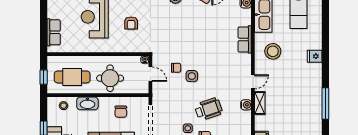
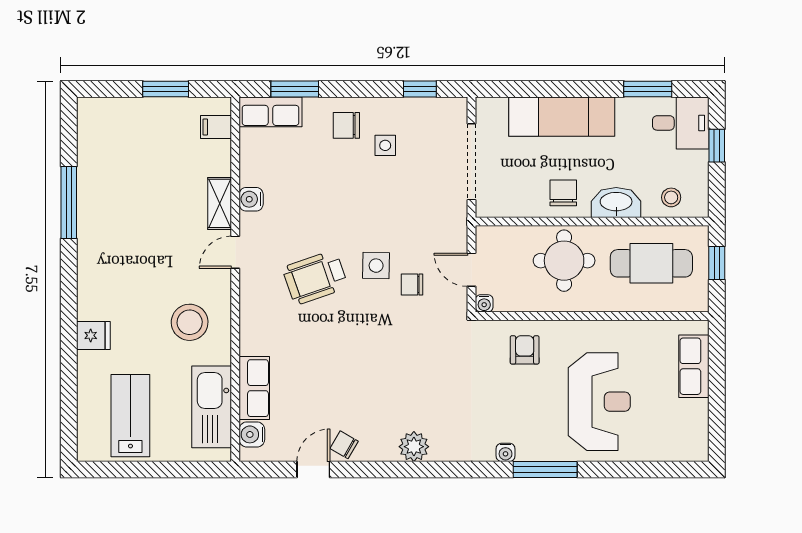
armchair: (131, 23) -> (525, 350), moved
row of seats: (245, 39) -> (254, 388), moved
fridge: (315, 56) -> (93, 335), moved
wheelchair: (209, 109) -> (315, 278), moved
chair: (121, 112) -> (563, 193), moved

